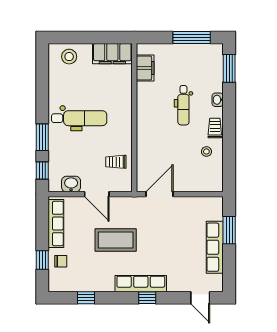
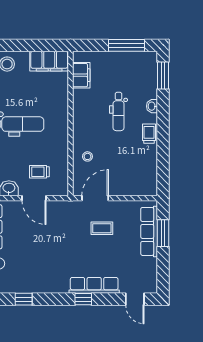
stool: (206, 151) -> (87, 156), moved
trolley: (116, 162) -> (39, 172), moved
coffee table: (116, 240) -> (102, 228), moved, width x0.54, depth x0.58
row of seats: (215, 247) -> (149, 231), moved
row of seats: (141, 284) -> (94, 285), moved

